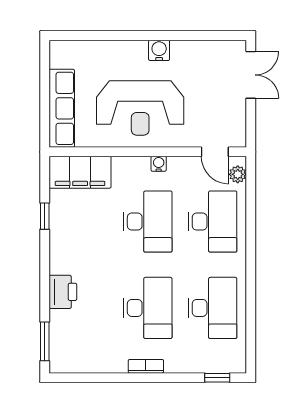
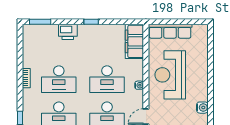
water cooler: (159, 50) -> (202, 108), moved
window: (45, 216) -> (91, 22), moved

